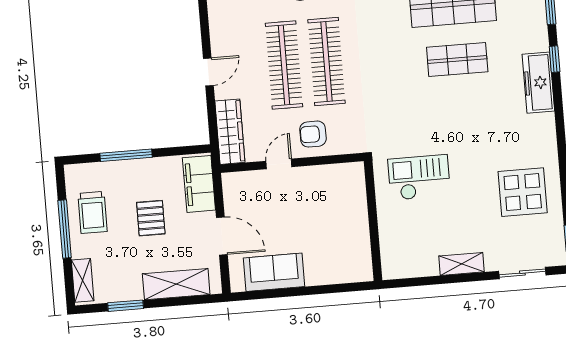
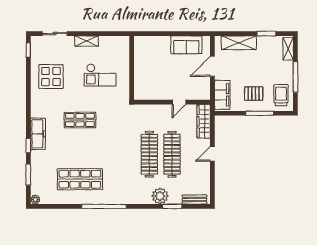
shop shelf: (457, 60) -> (80, 120), moved
armchair: (313, 134) -> (160, 116), removed
checkout: (419, 177) -> (100, 75), moved
trolley: (92, 212) -> (281, 95), moved
pallet: (151, 218) -> (254, 94), moved, turned 90
door: (222, 236) -> (212, 66), hinge flipped

